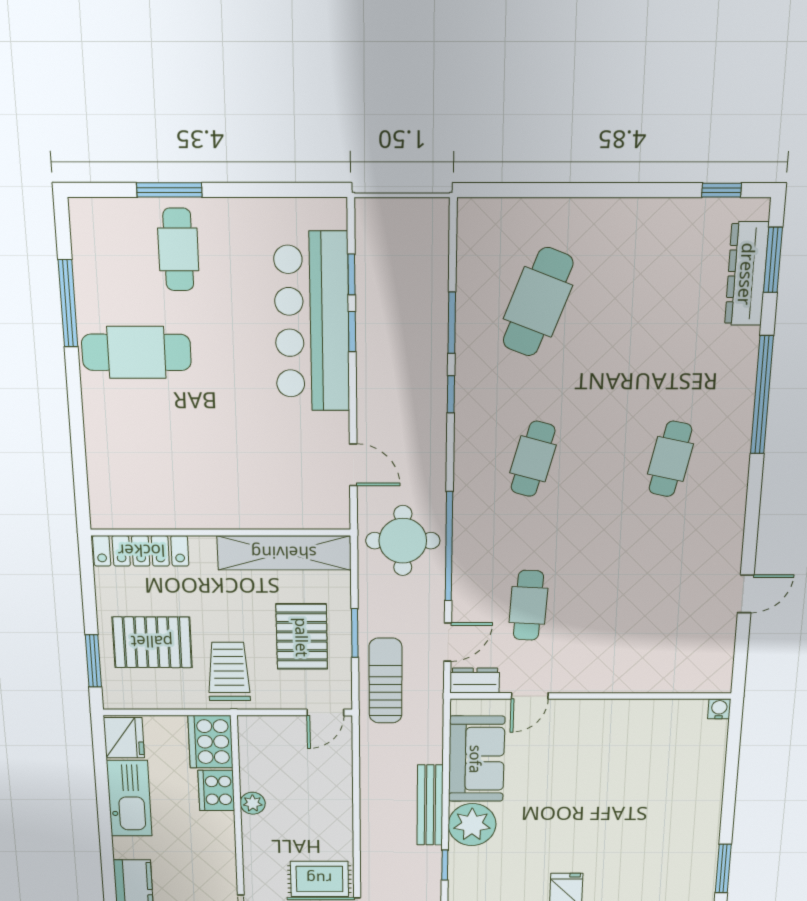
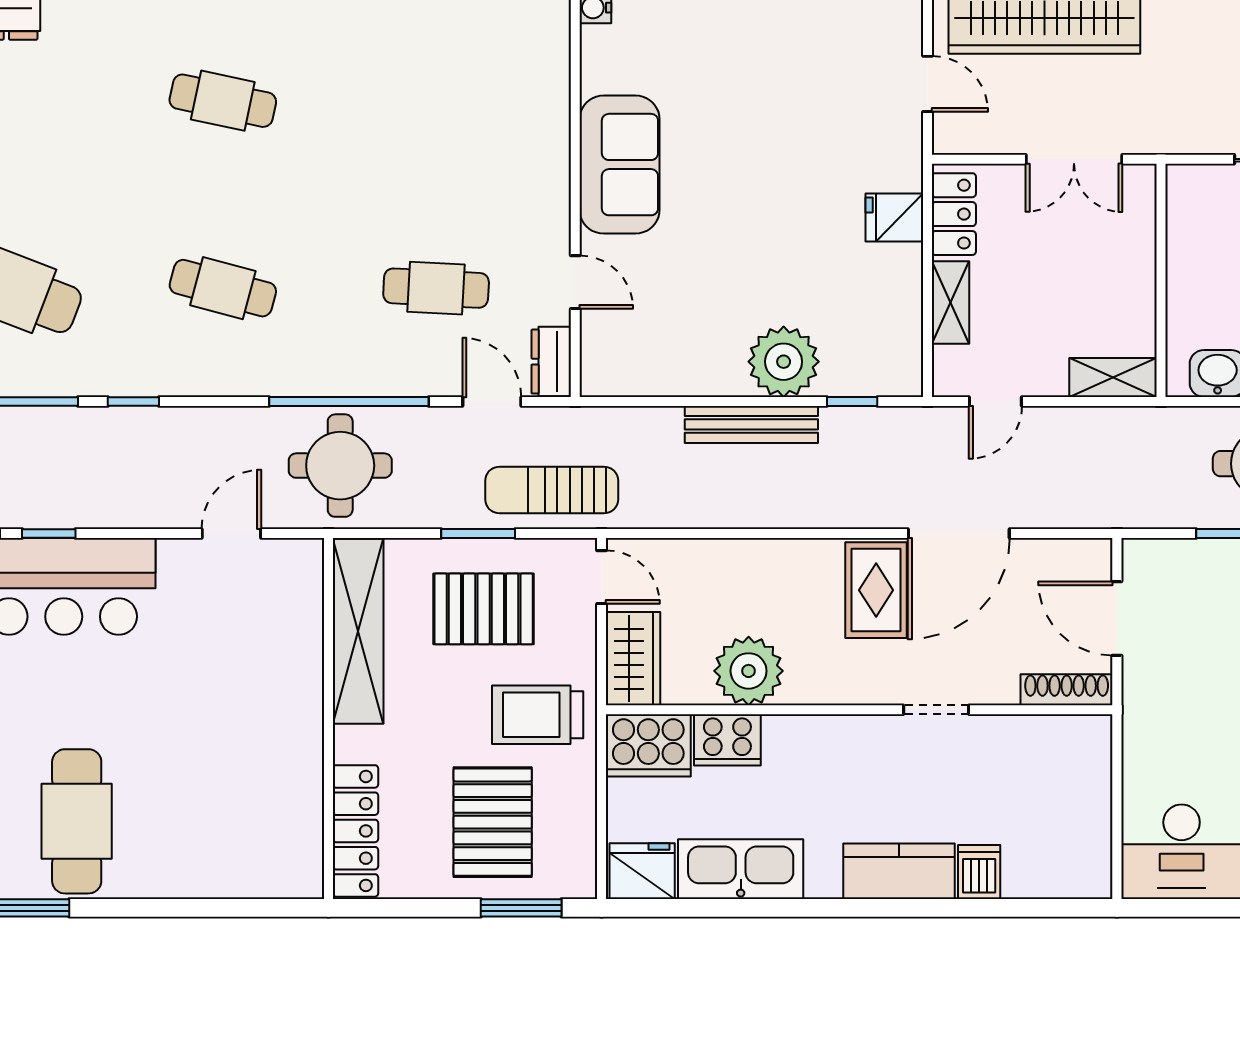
wardrobe: (270, 732) -> (633, 659), added
sofa: (476, 759) -> (620, 165), moved, turned 90
plant: (253, 803) -> (749, 671), width x1.87, depth x1.87

